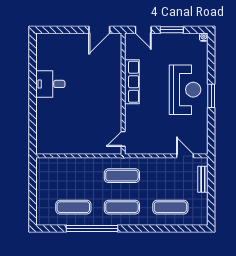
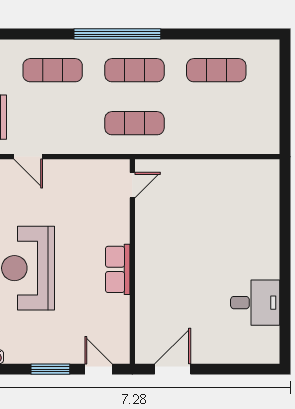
row of seats: (132, 82) -> (118, 269), width x0.68
desk: (50, 84) -> (255, 303), moved
window: (92, 229) -> (117, 34), moved

